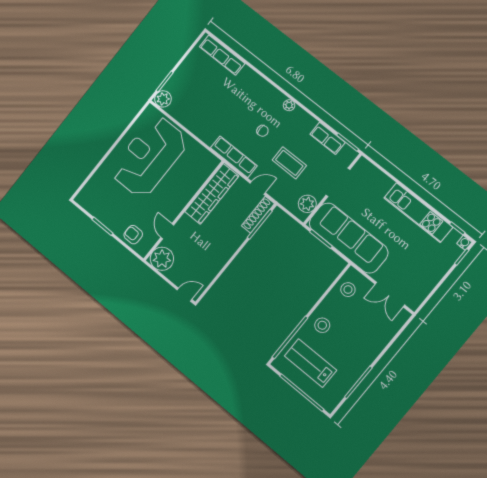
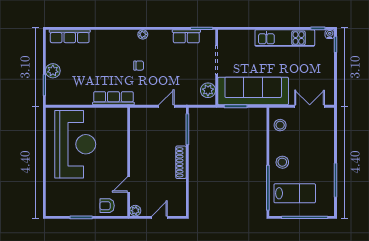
plant: (163, 99) -> (53, 71), moved
reception desk: (149, 157) -> (75, 144), turned 180
row of seats: (234, 157) -> (113, 98), moved
coffee table: (289, 163) -> (174, 73), removed
wardrobe: (212, 194) -> (139, 135), removed
shoe rack: (258, 215) -> (181, 162), moved
door: (167, 231) -> (129, 184), hinge flipped
plant: (162, 259) -> (135, 211), width x0.53, depth x0.53
door: (184, 295) -> (160, 217), moved
double door: (390, 295) -> (310, 106), swing flipped
lab bench: (310, 363) -> (295, 193), turned 180

